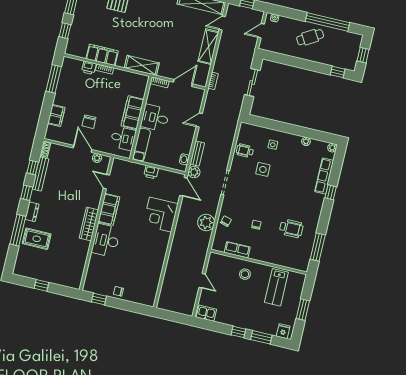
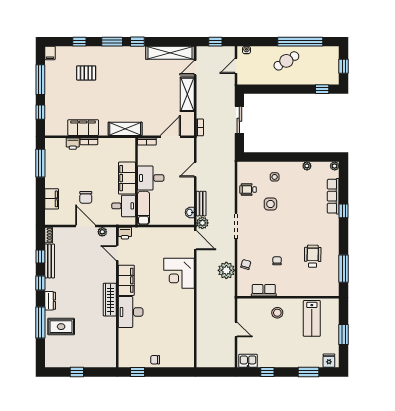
printer: (151, 172) -> (125, 233), moved
wheelchair: (291, 228) -> (313, 256), turned -89
window: (238, 332) -> (267, 372), moved

